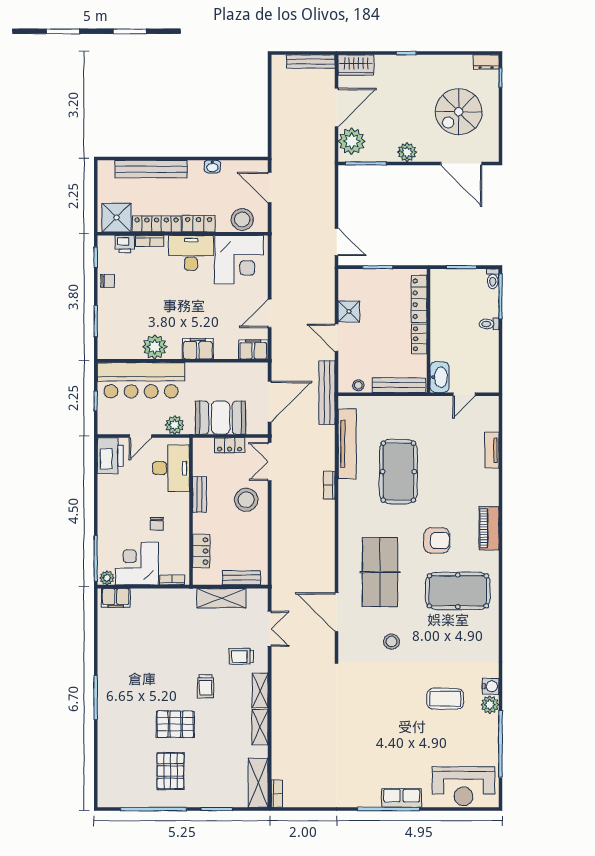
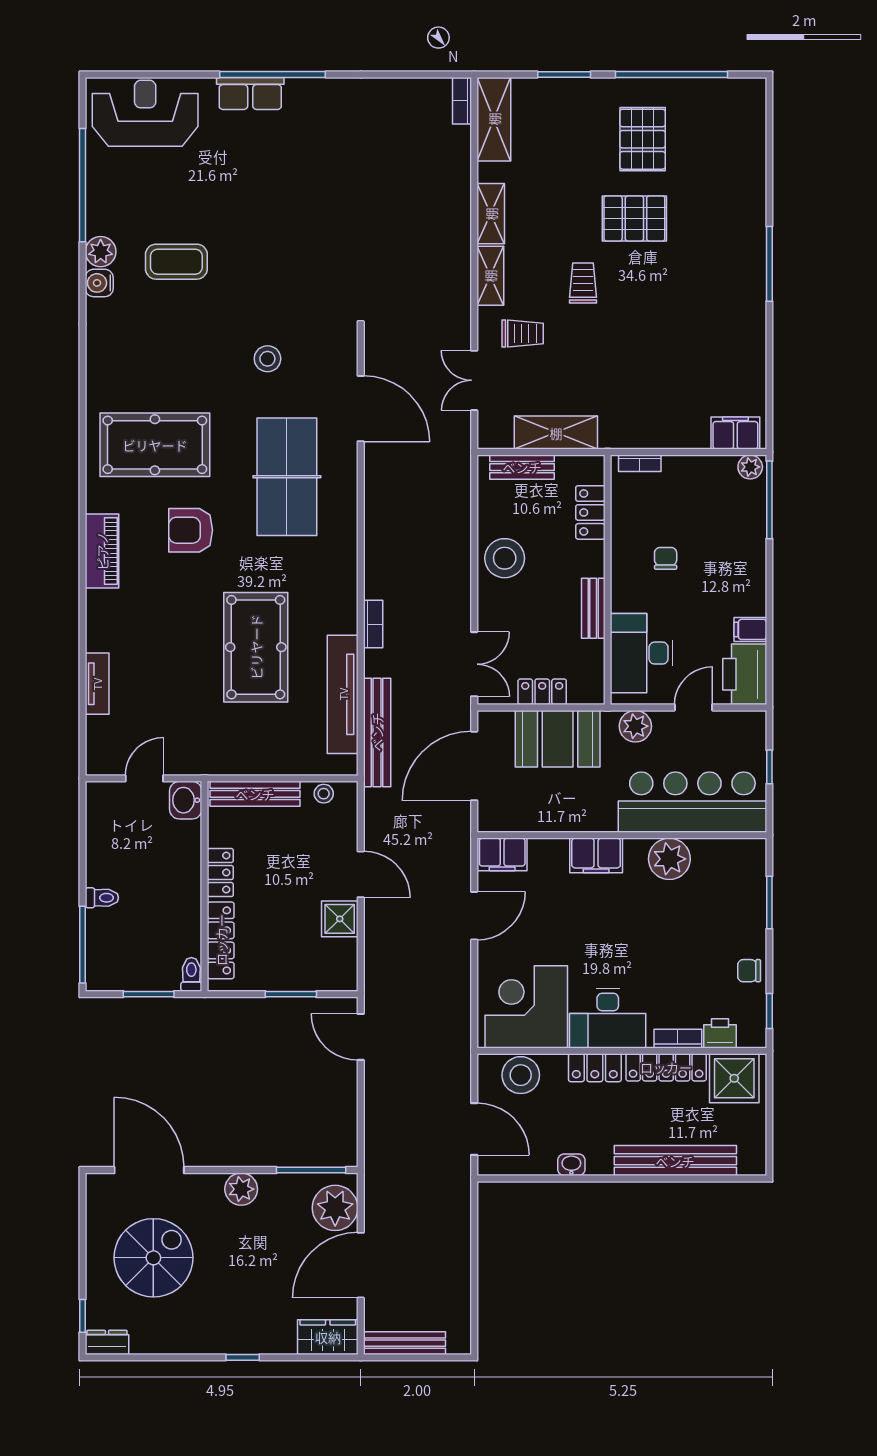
toilet: (493, 279) -> (191, 974), moved
washbasin: (440, 377) -> (186, 800), width x0.72
bench: (327, 393) -> (377, 732), moved
filing cabinet: (107, 482) -> (750, 629), added
stool: (246, 500) -> (505, 558), moved
corner desk: (137, 564) -> (699, 491), removed

